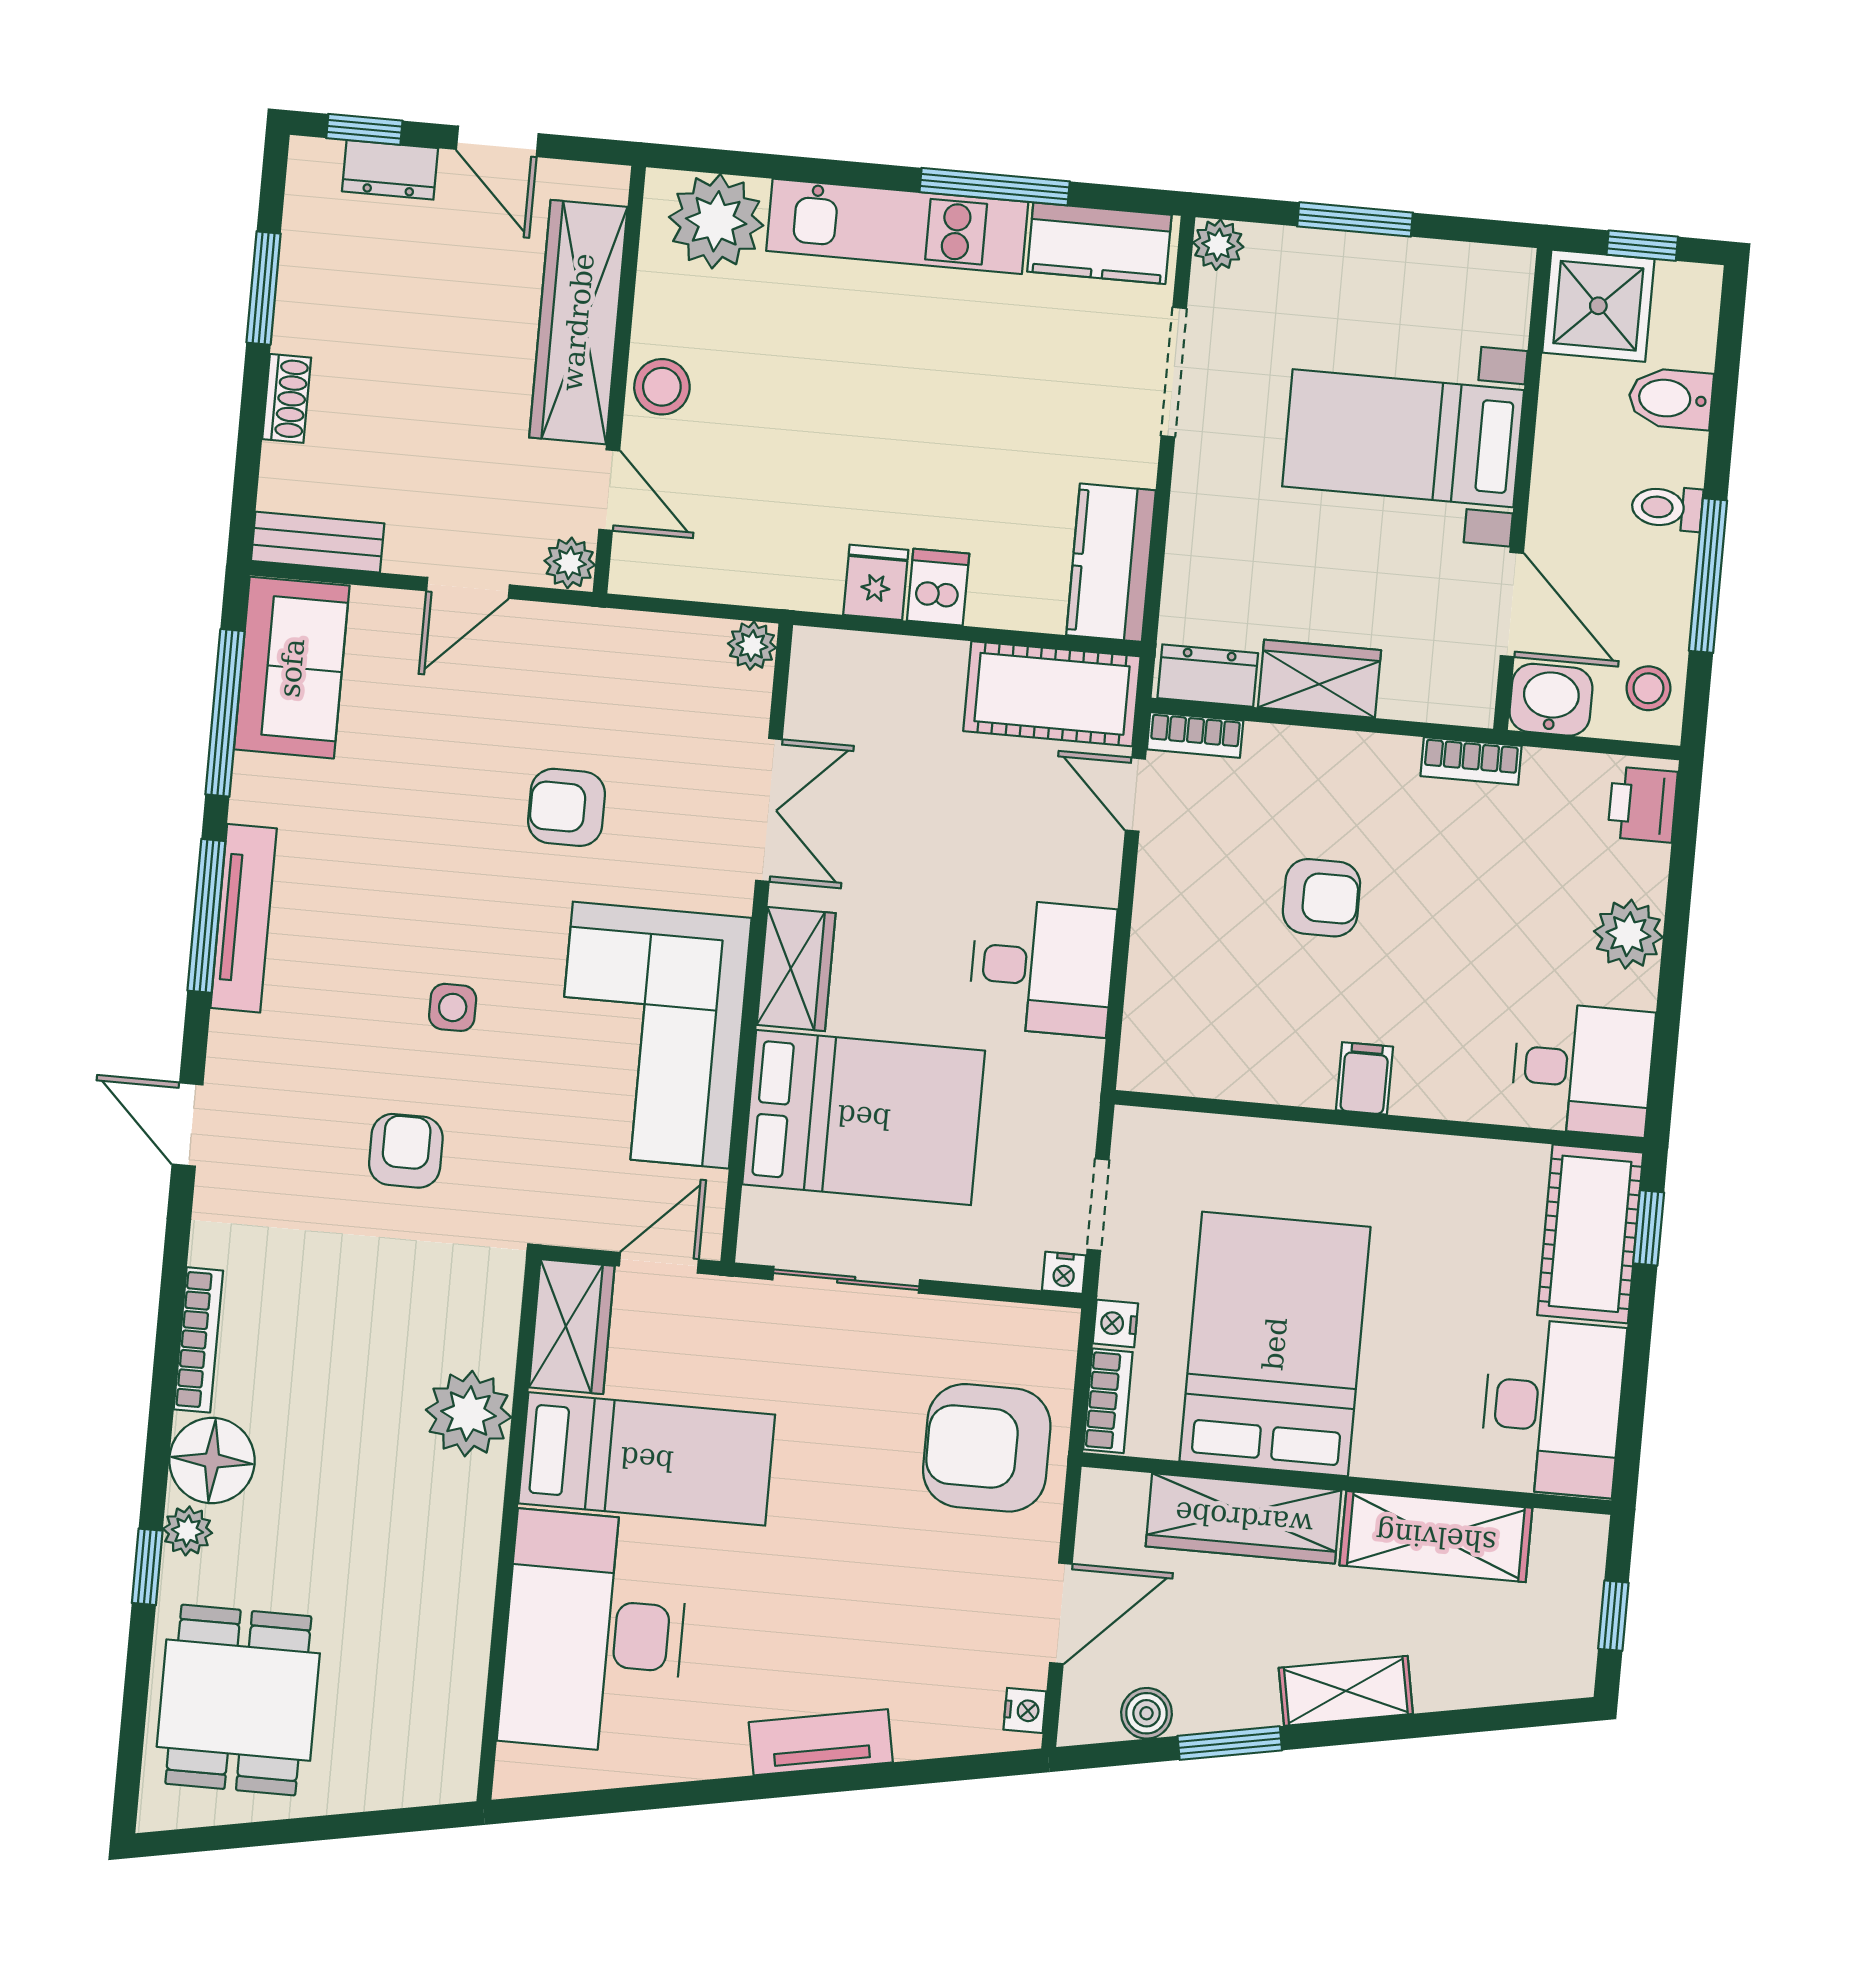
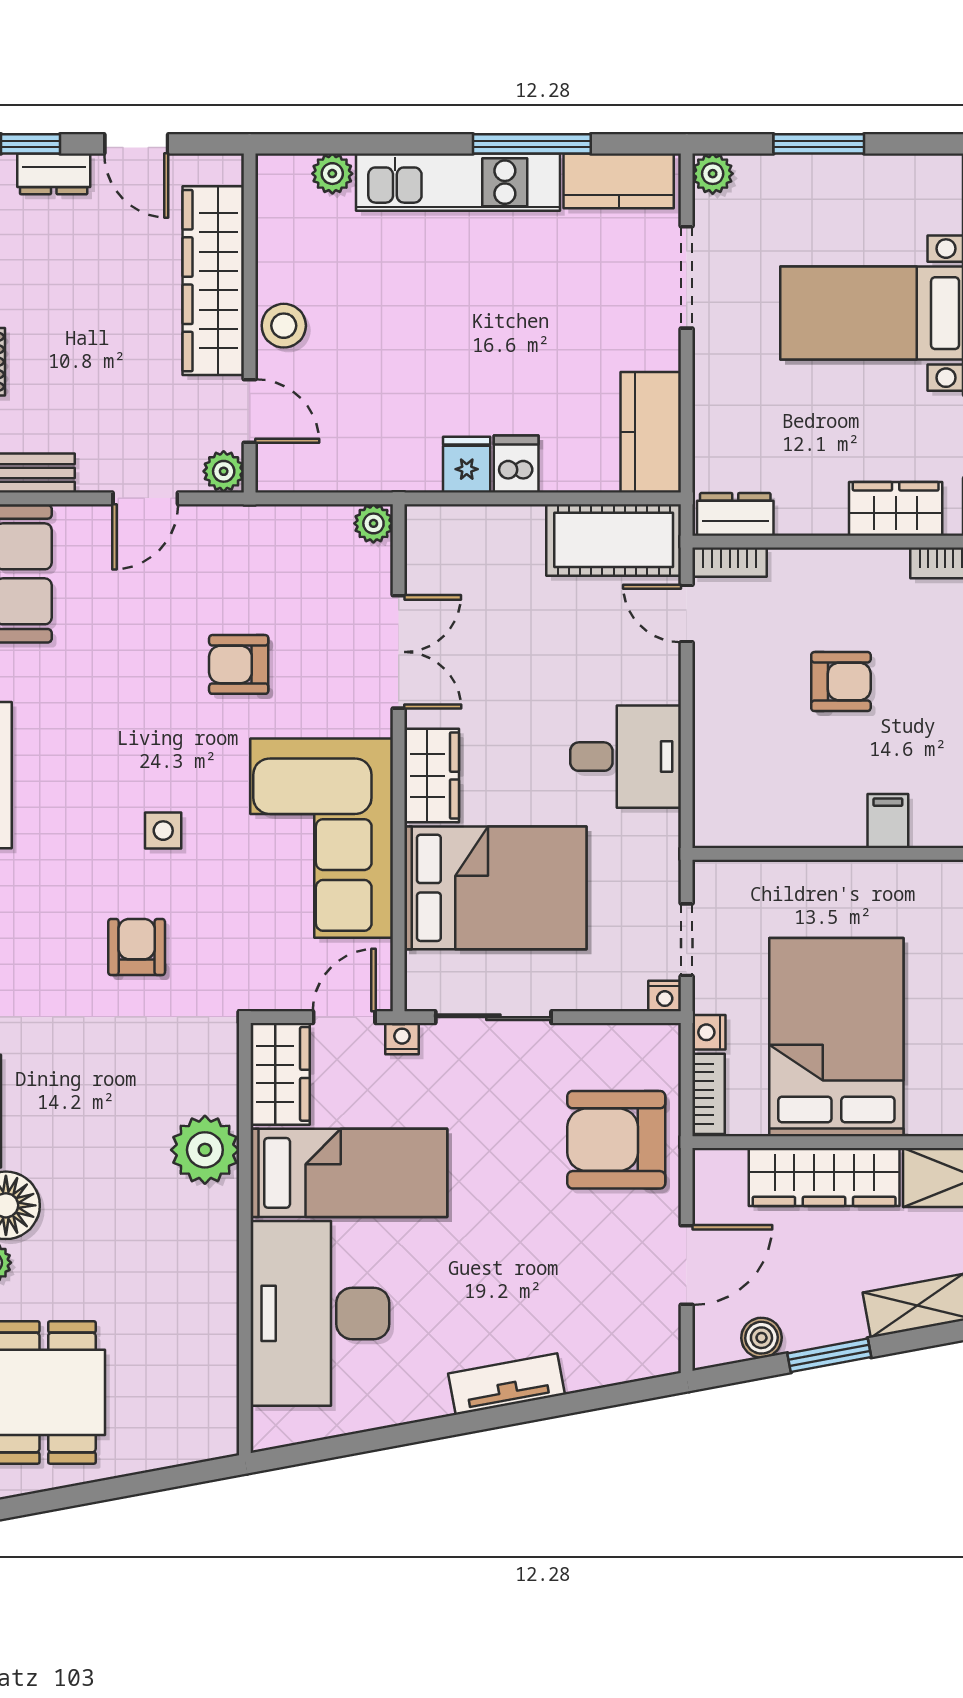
plant: (716, 221) -> (332, 174), width x0.53, depth x0.53
wardrobe: (1319, 679) -> (896, 509), moved
nightstand: (1025, 1710) -> (402, 1039), moved, turned -90

